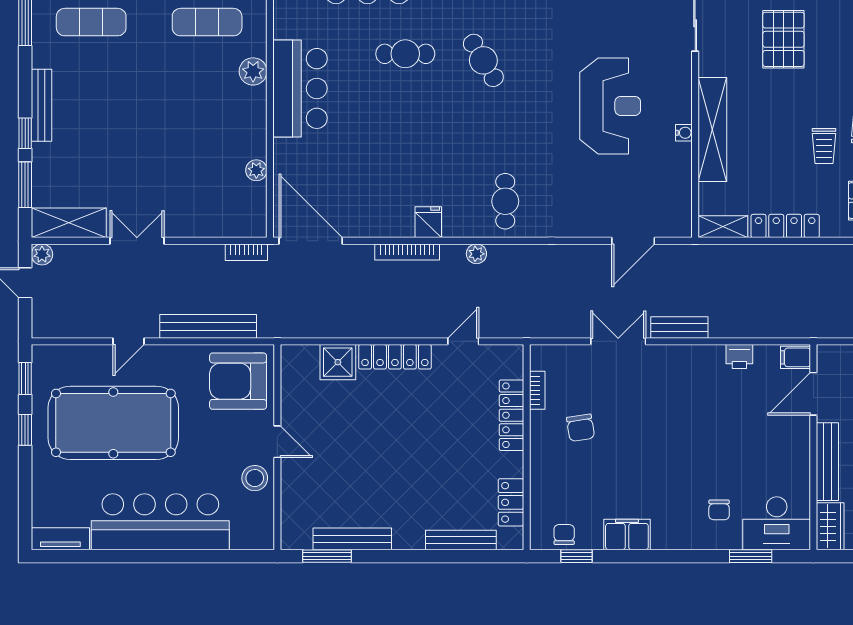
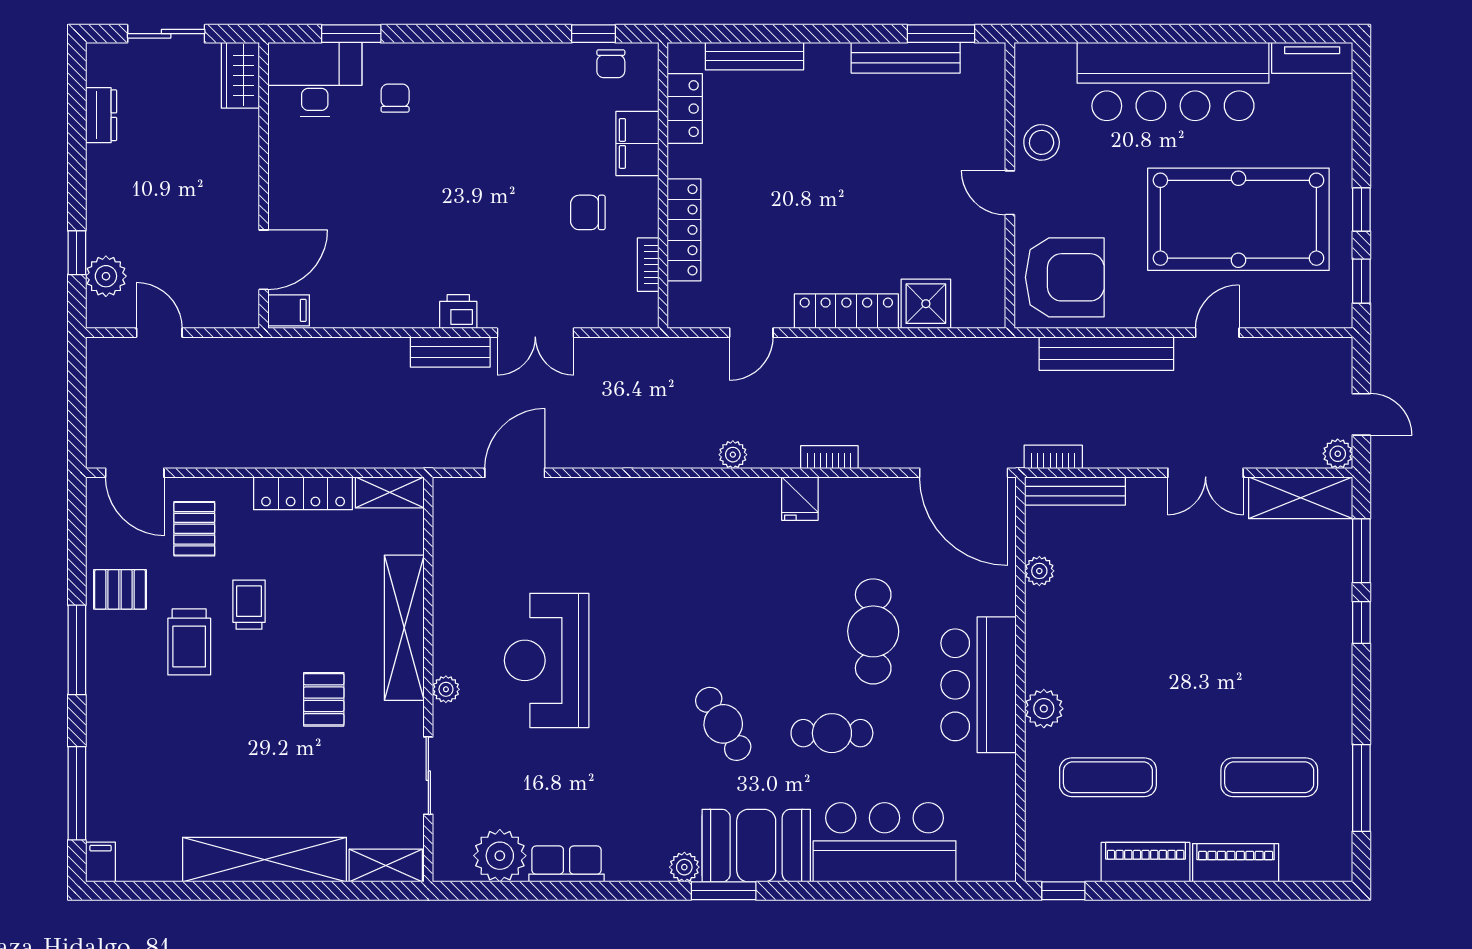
pallet: (783, 39) -> (324, 699), moved, width x0.67, depth x0.71
plant: (683, 85) -> (446, 689), added
bench: (41, 105) -> (1075, 491), moved, turned 90
water cooler: (684, 133) -> (444, 623), removed
cafe table: (505, 201) -> (873, 631), moved, width x1.37, depth x1.35
bookcase: (407, 252) -> (829, 457), width x0.64
printer: (739, 357) -> (458, 312), moved
chair: (581, 428) -> (588, 212), turned -81
bench: (827, 462) -> (244, 165), removed
filing cabinet: (627, 534) -> (637, 143), moved, turned 90

